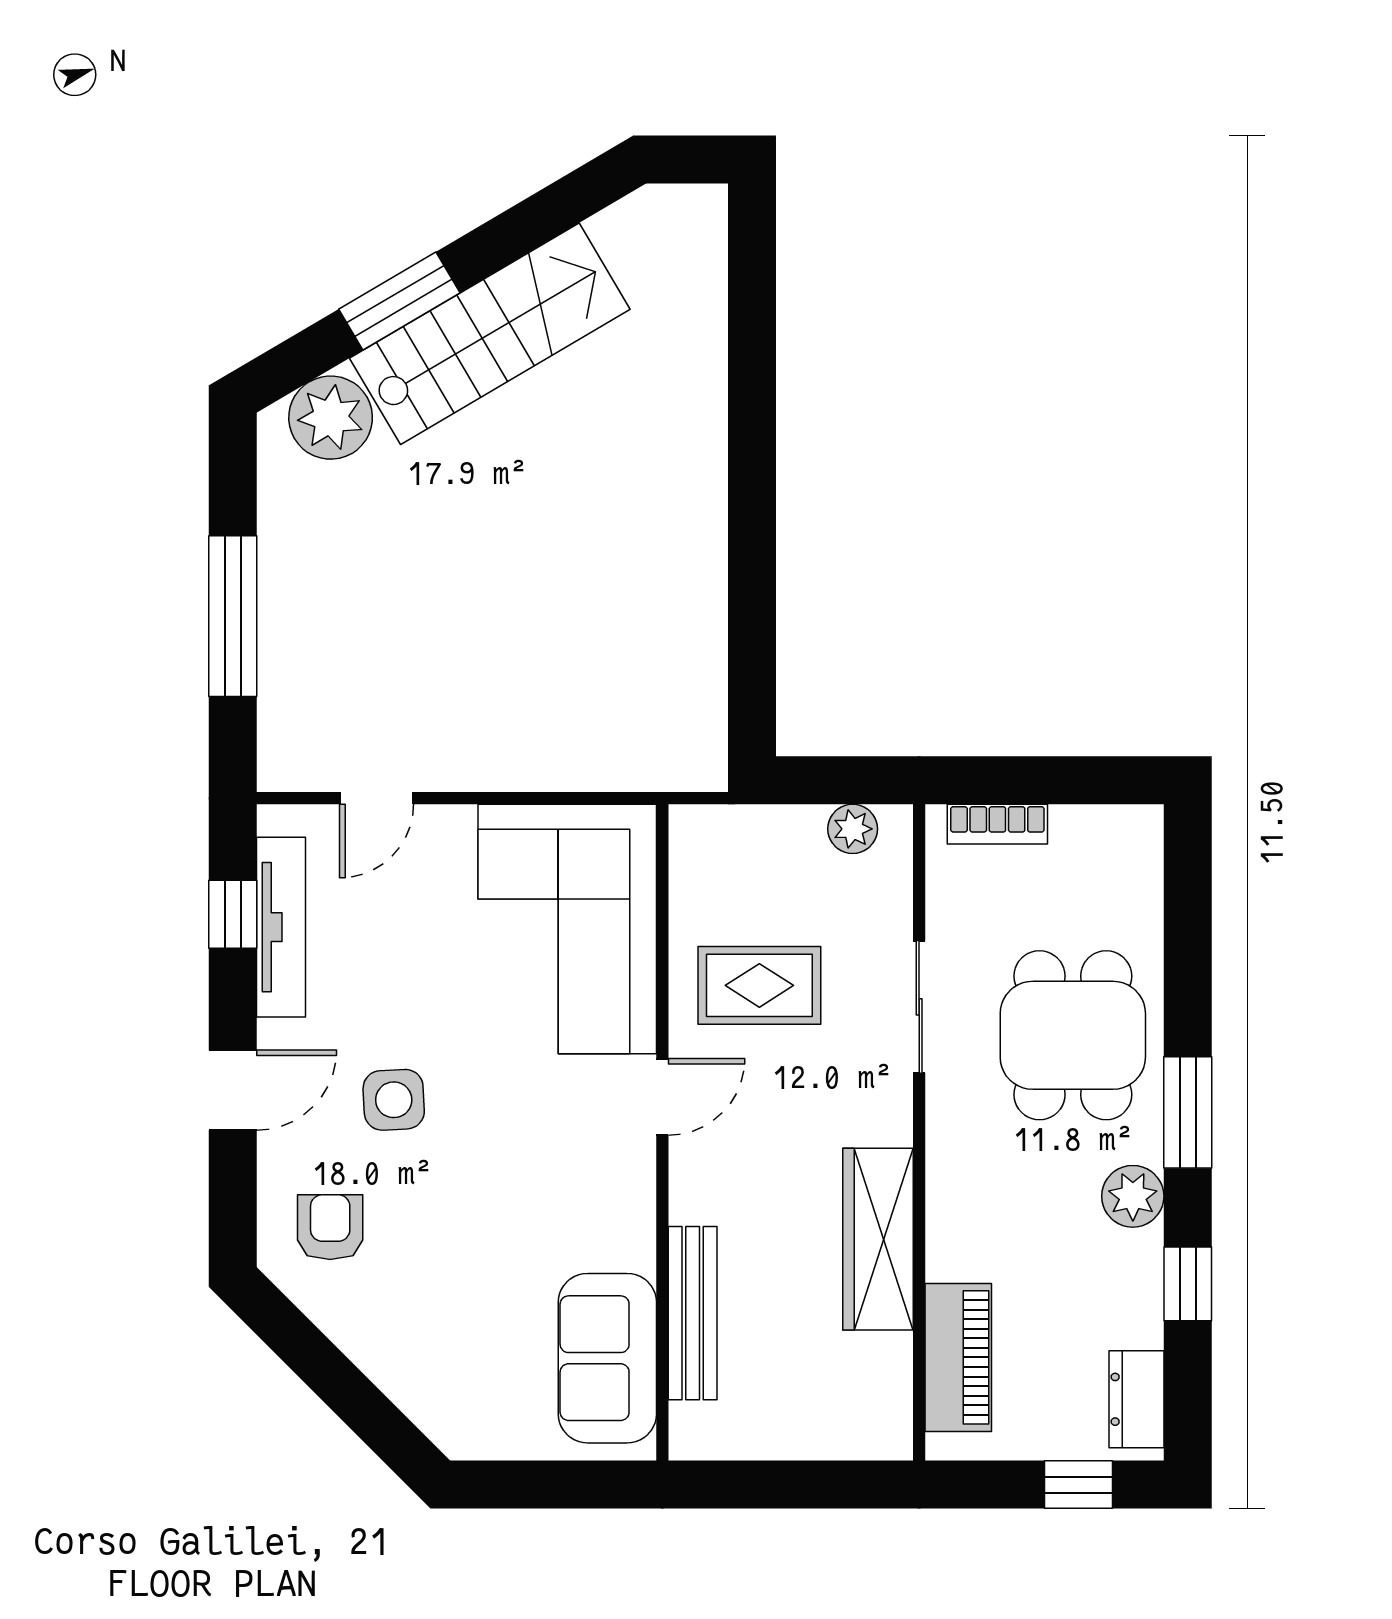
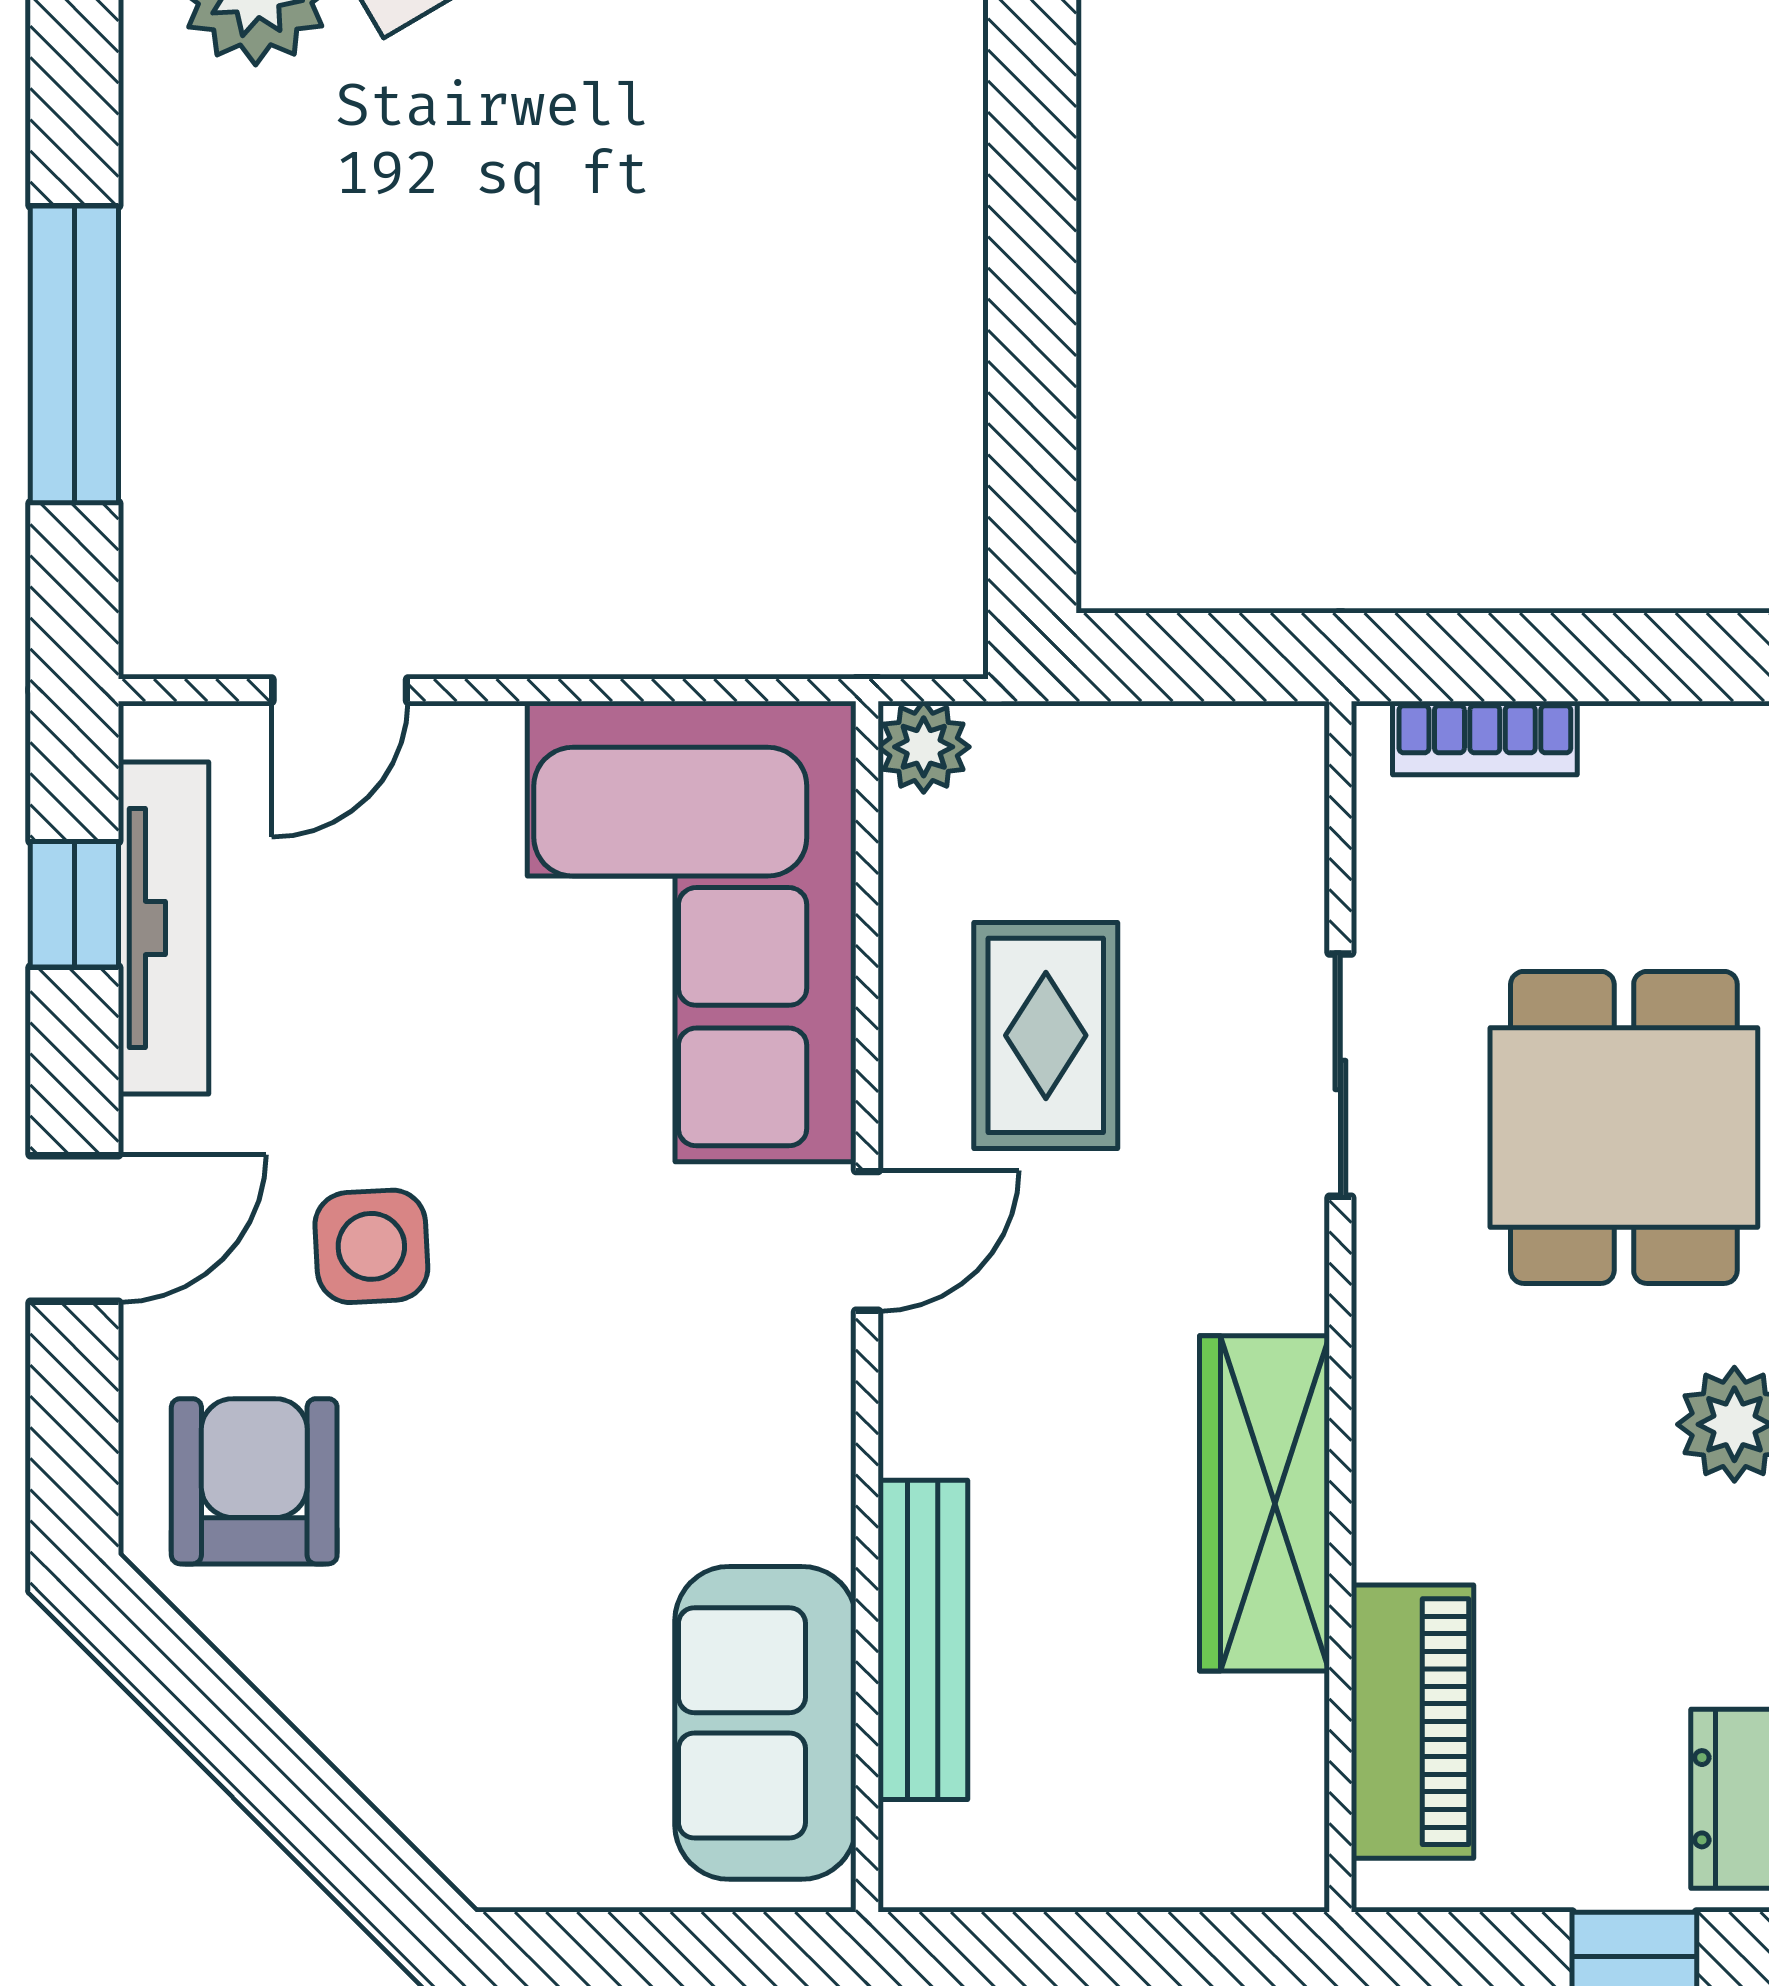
plant: (853, 829) -> (924, 747), moved
rug: (759, 985) -> (1046, 1035), turned 90
armchair: (330, 1227) -> (254, 1481), width x1.38, depth x1.38

